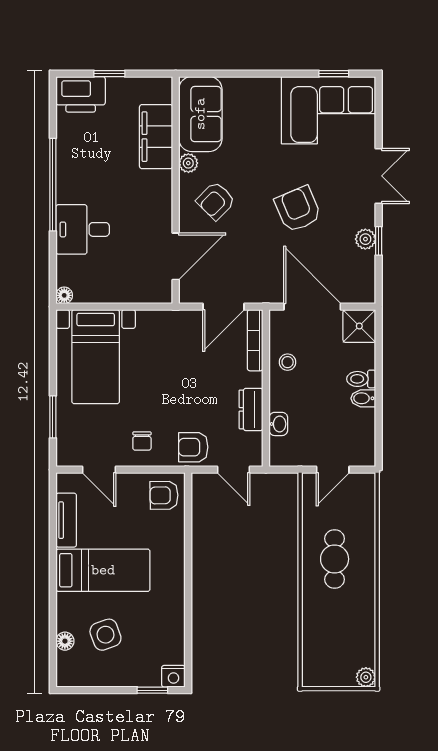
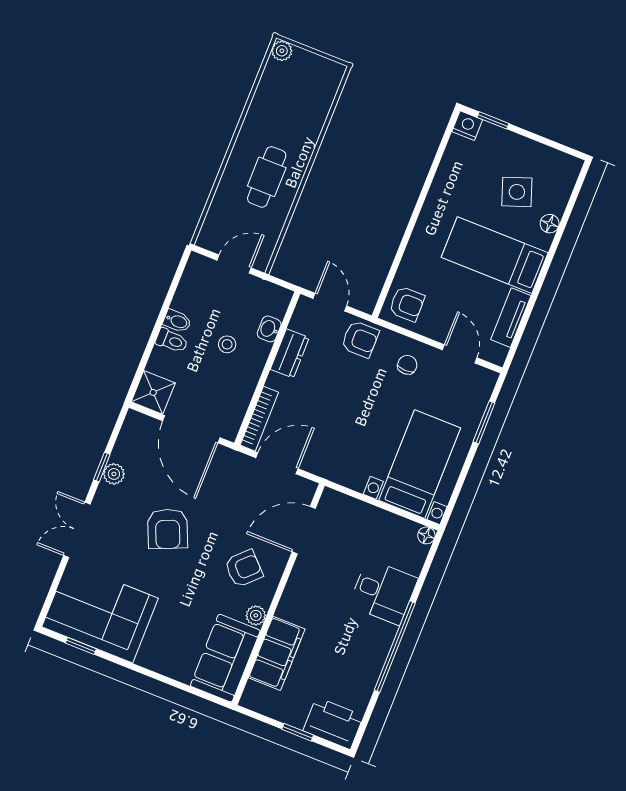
stool: (288, 362) -> (227, 344), moved
floor lamp: (65, 641) -> (550, 224), moved

